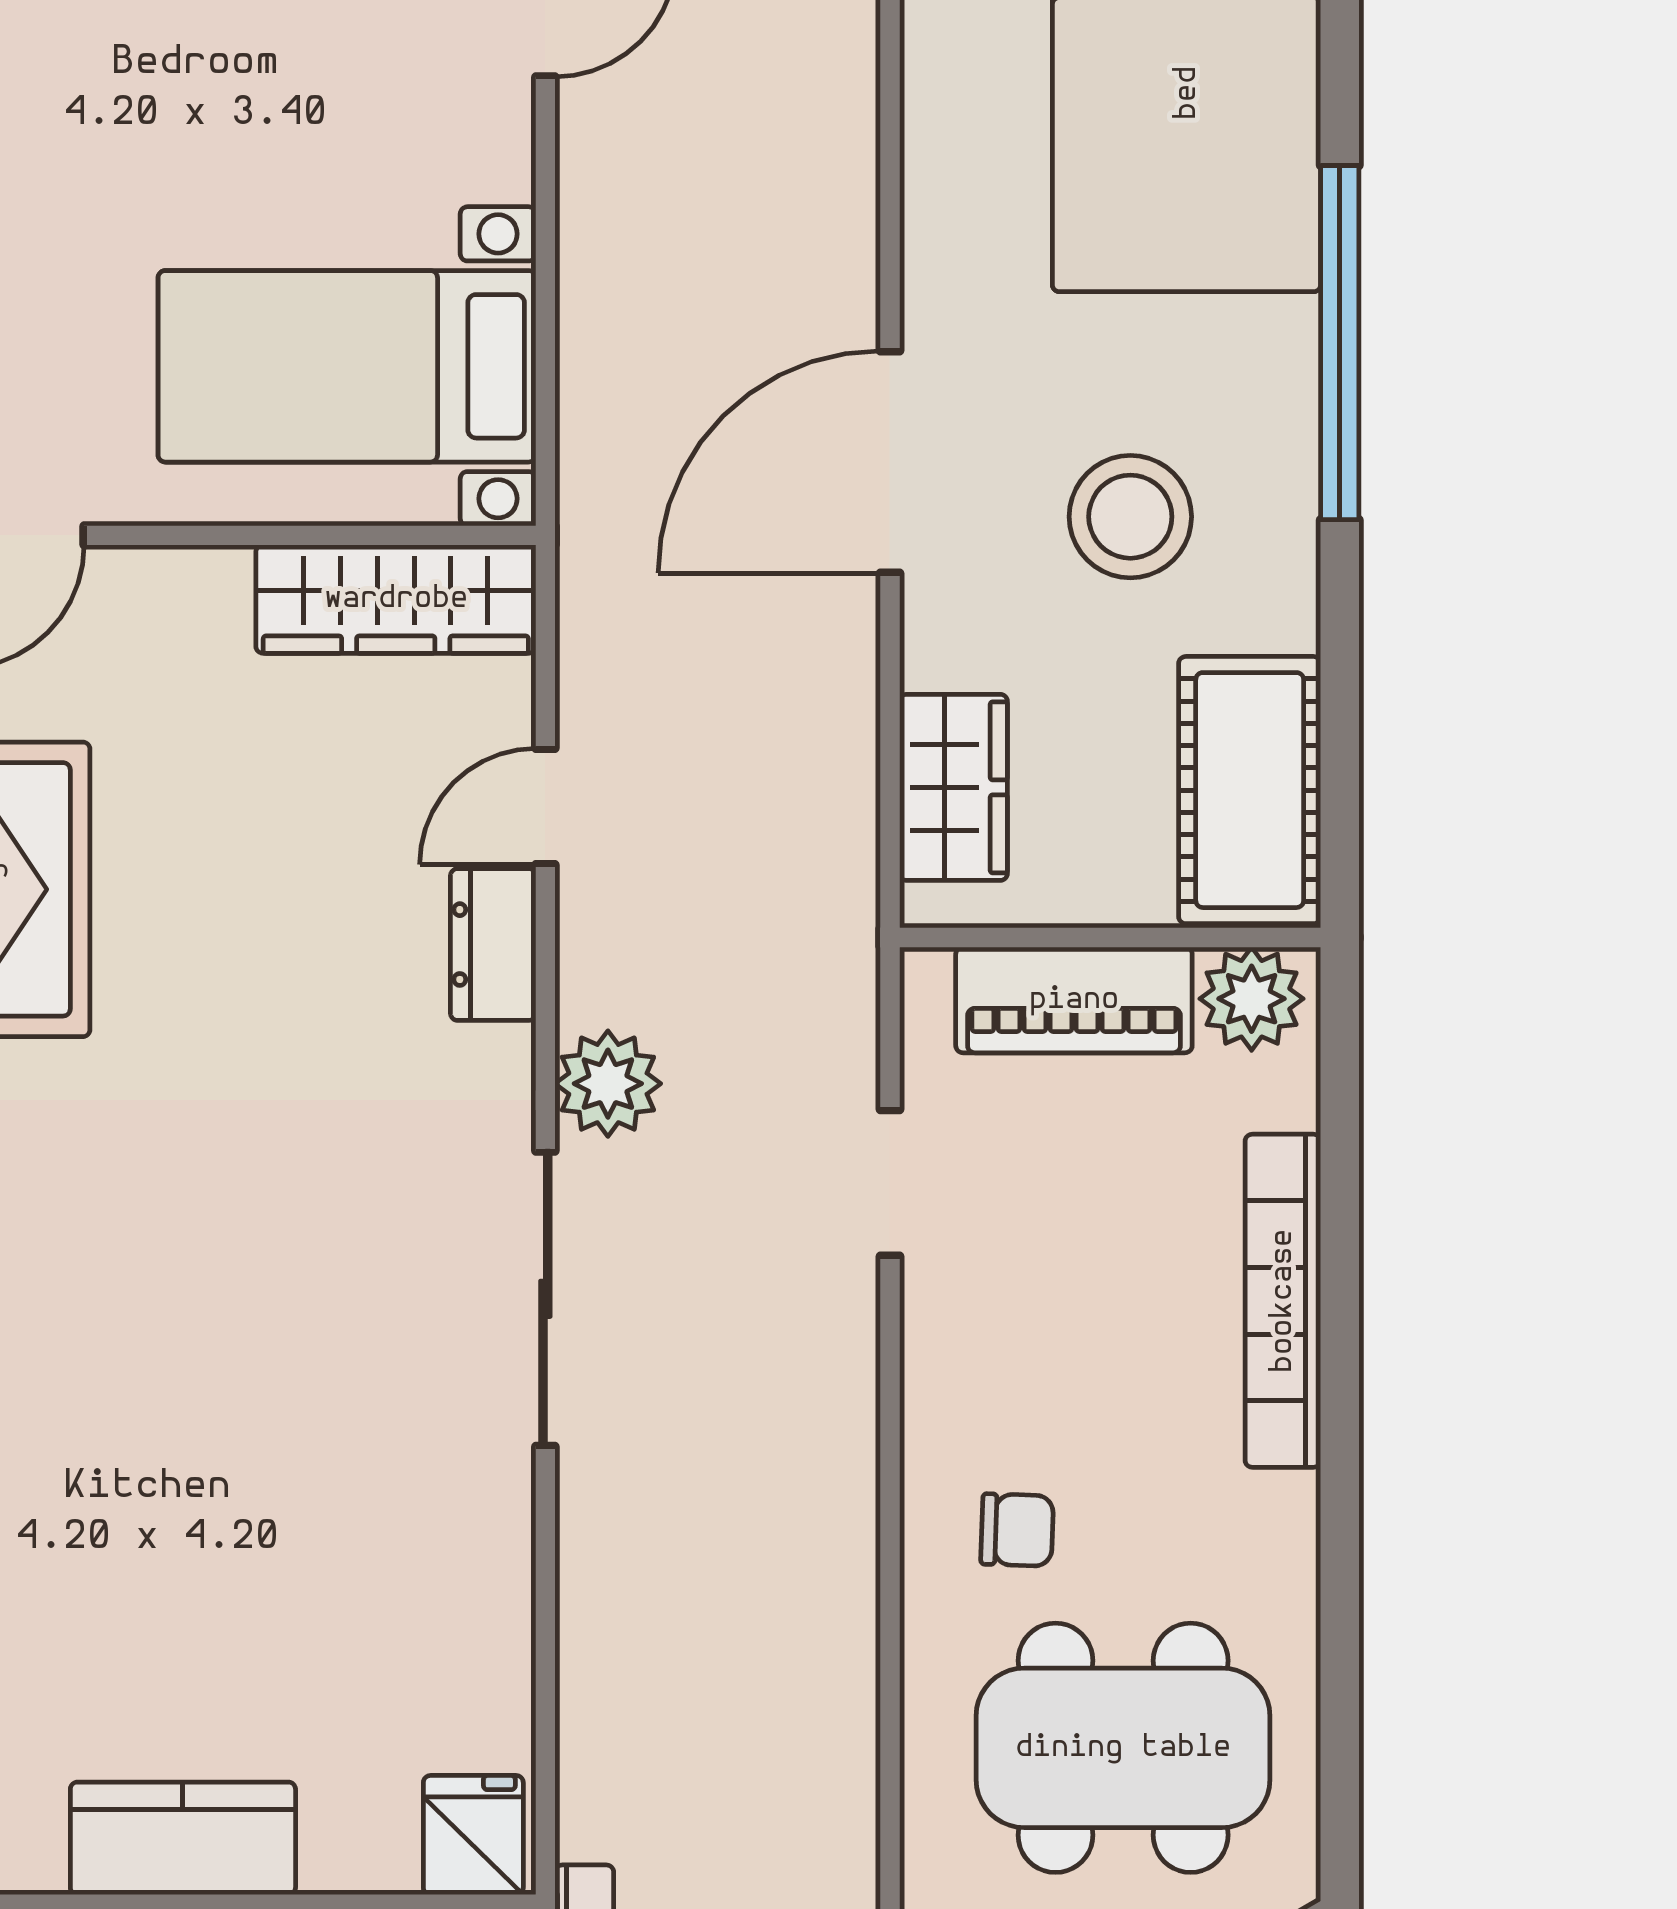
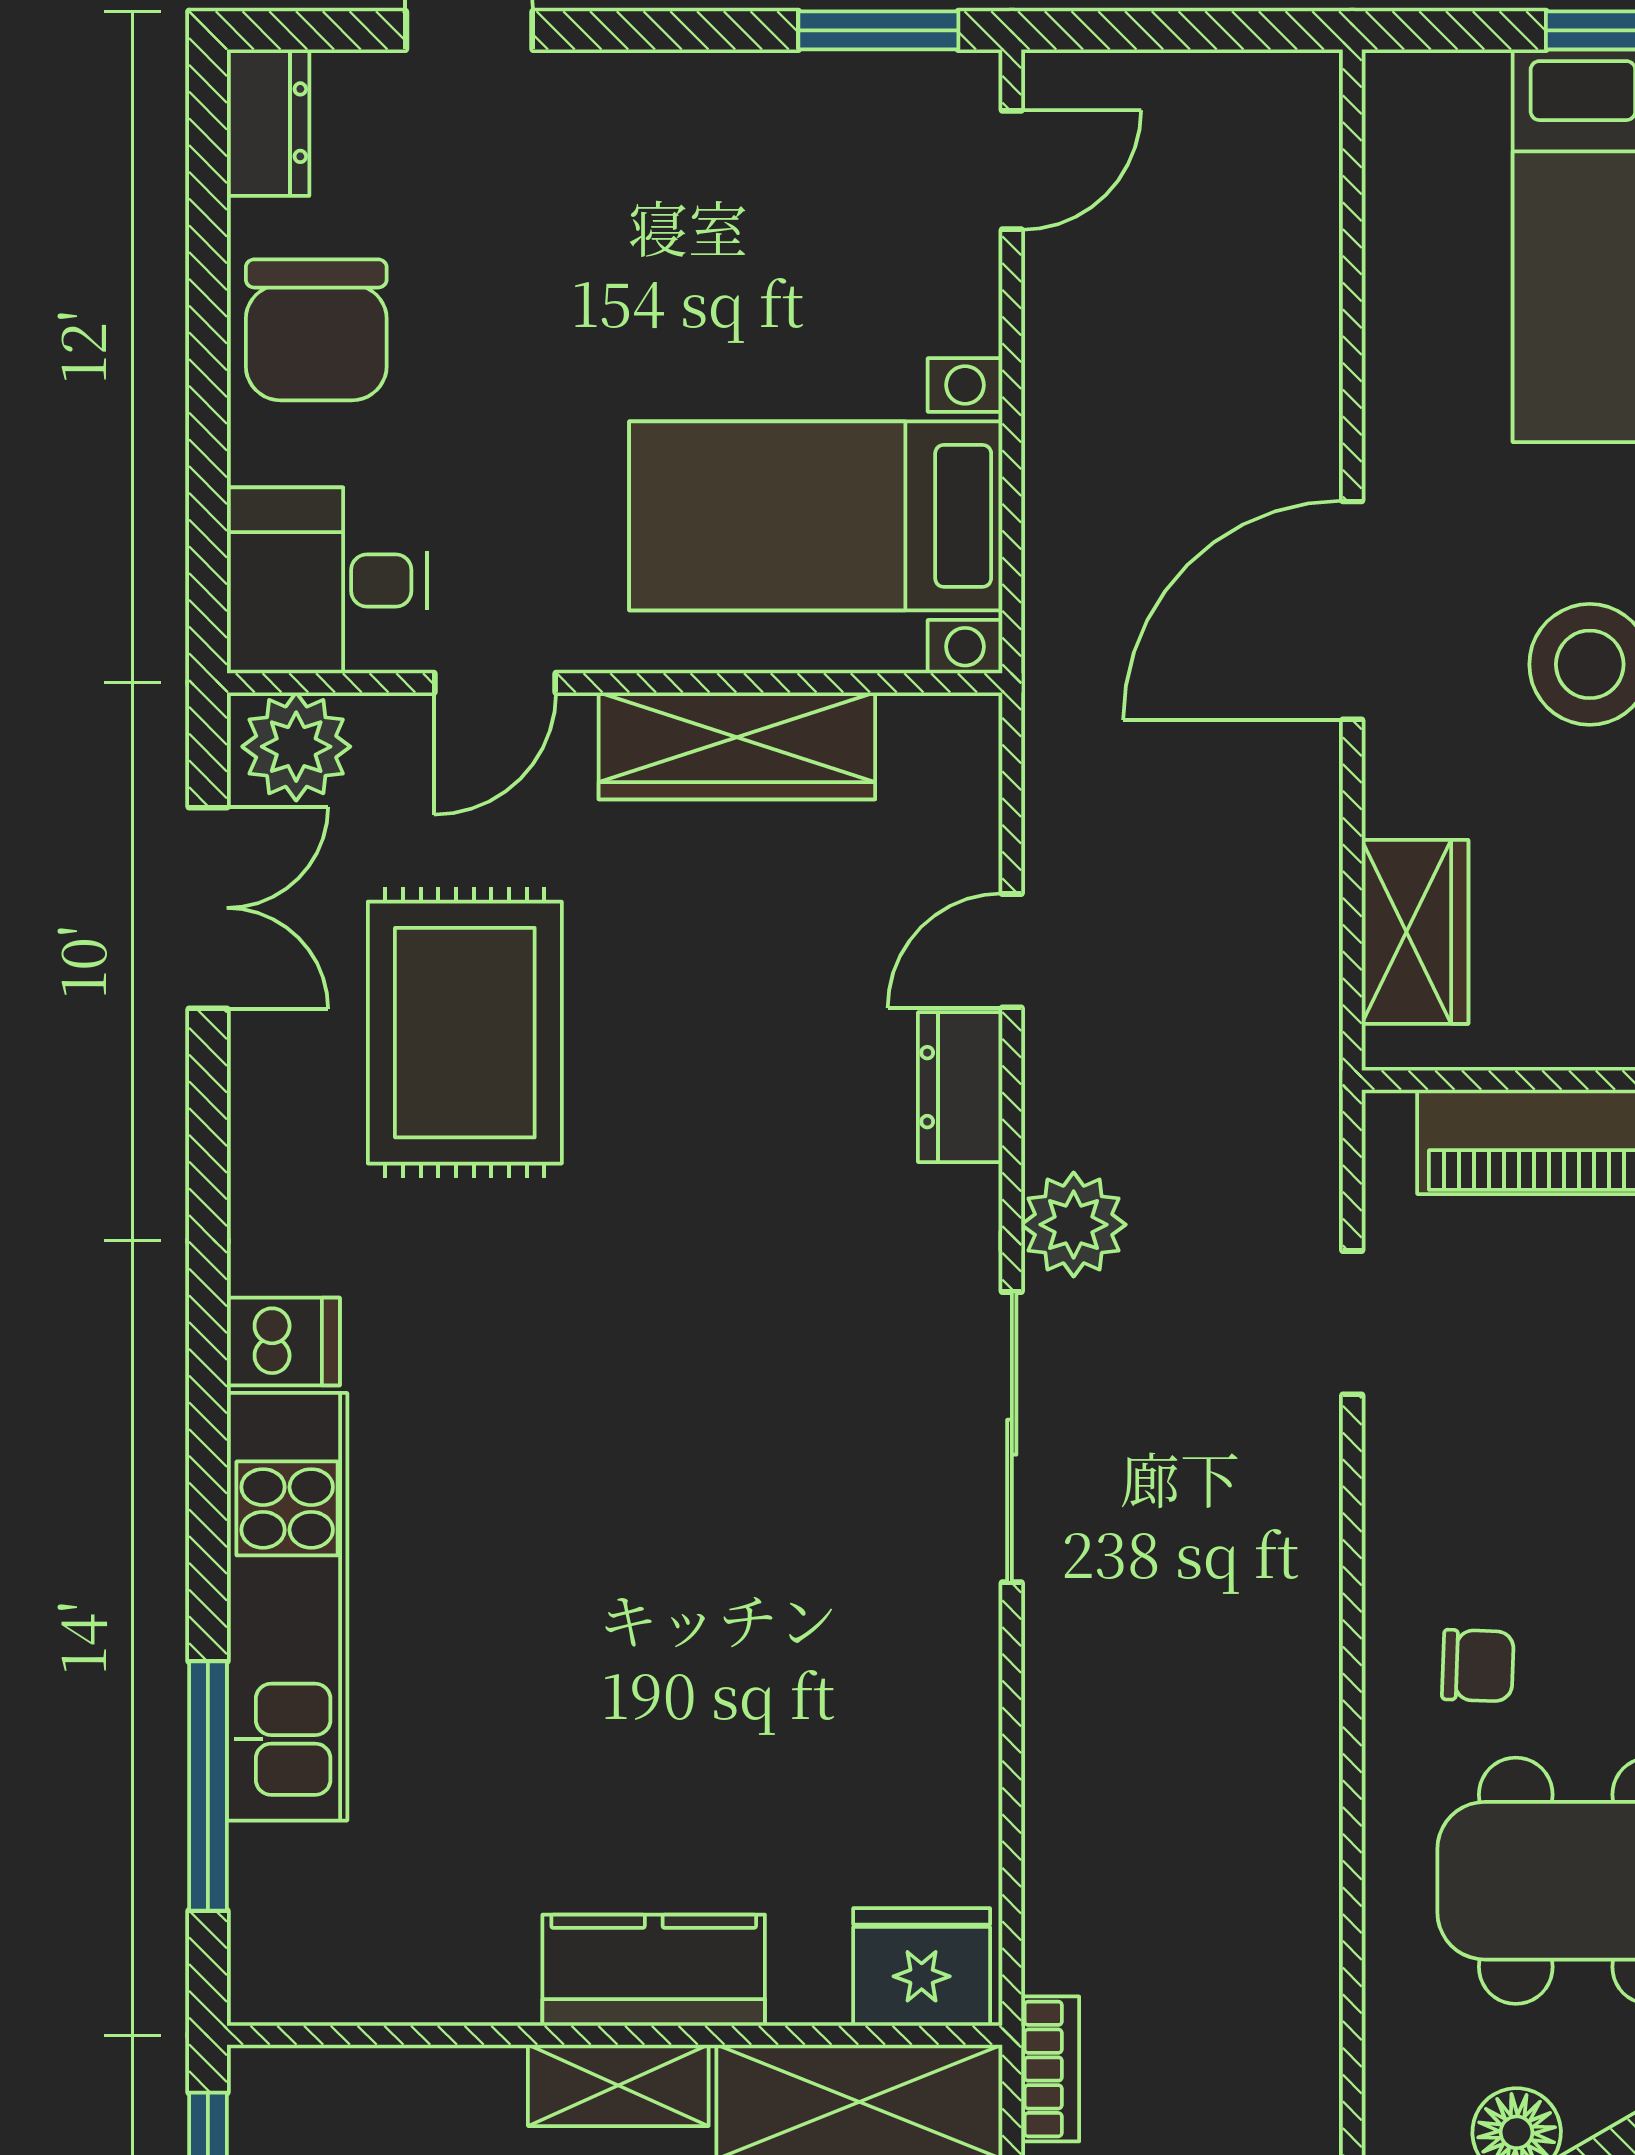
wardrobe: (396, 599) -> (737, 746), moved
fridge: (473, 1835) -> (922, 1967), width x1.38

